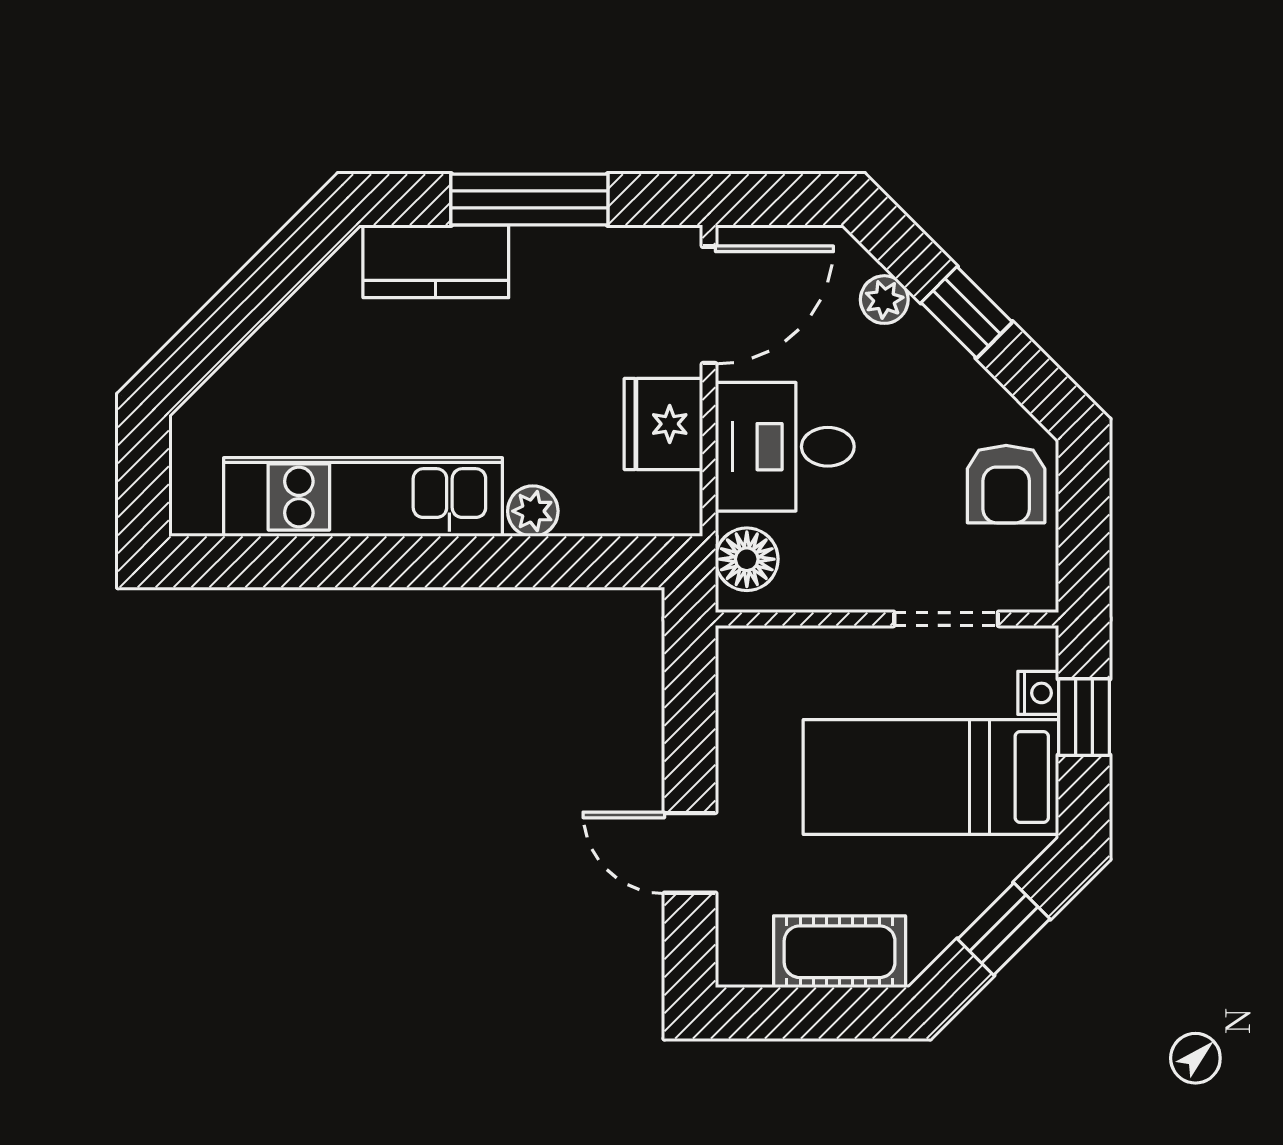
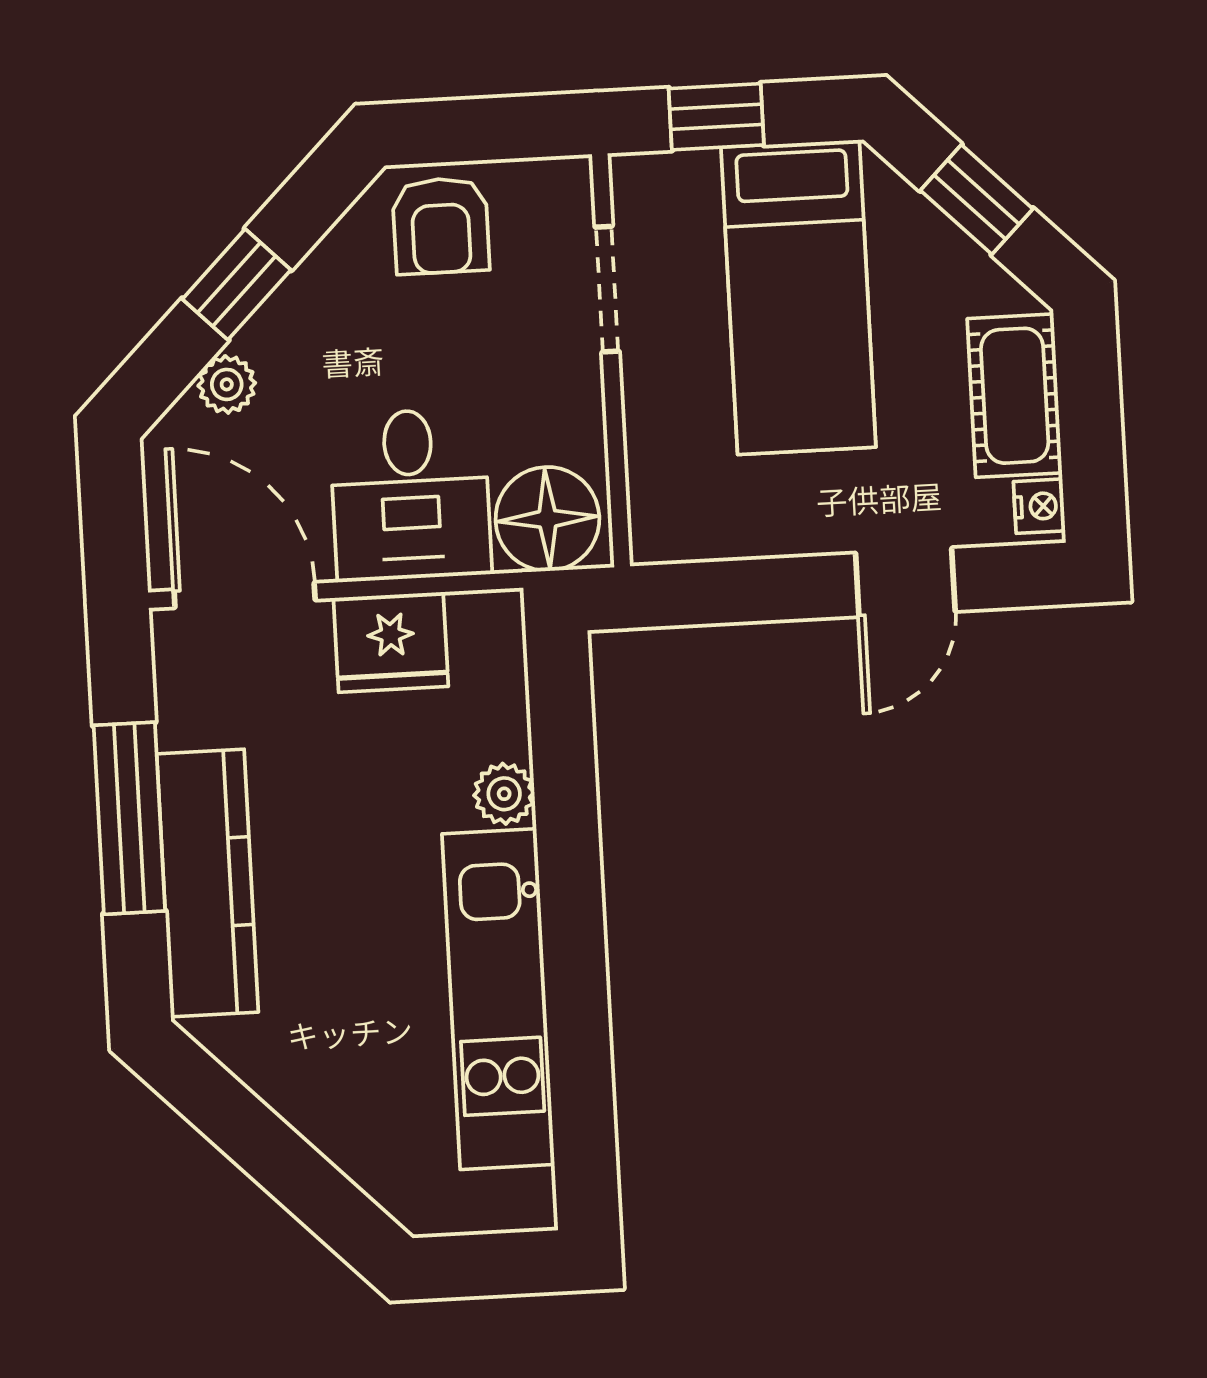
kitchen counter: (436, 261) -> (207, 883), width x1.50
armchair: (1006, 484) -> (441, 226), turned 90
floor lamp: (747, 559) -> (547, 519), width x1.38, depth x1.38
nightstand: (1038, 693) -> (1039, 506), moved, turned 90

